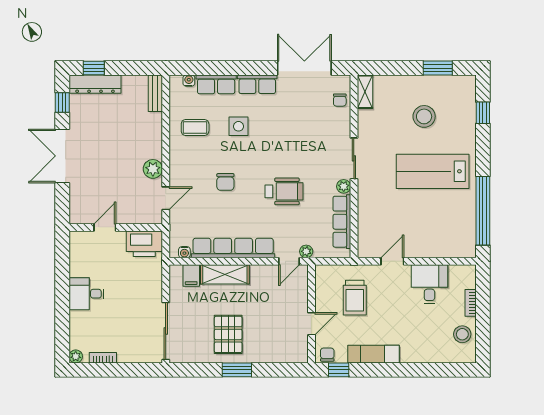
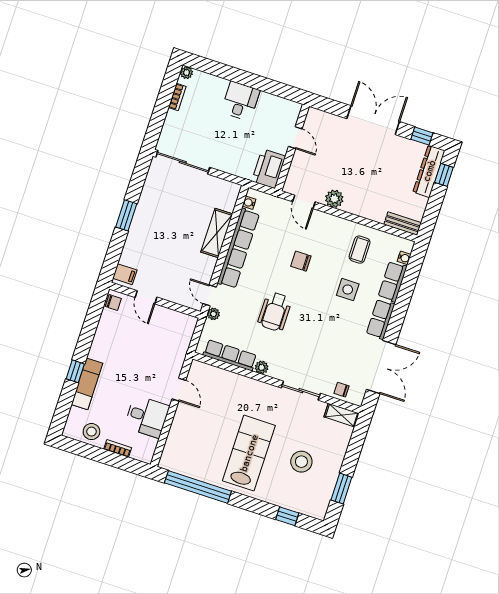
sliding door: (354, 158) -> (301, 391), moved
filing cabinet: (191, 276) -> (125, 274), moved, turned 180
trolley: (355, 298) -> (157, 344), removed
pallet: (228, 334) -> (161, 218), removed
exam couch: (373, 354) -> (87, 384), moved
window: (339, 370) -> (75, 371), moved

